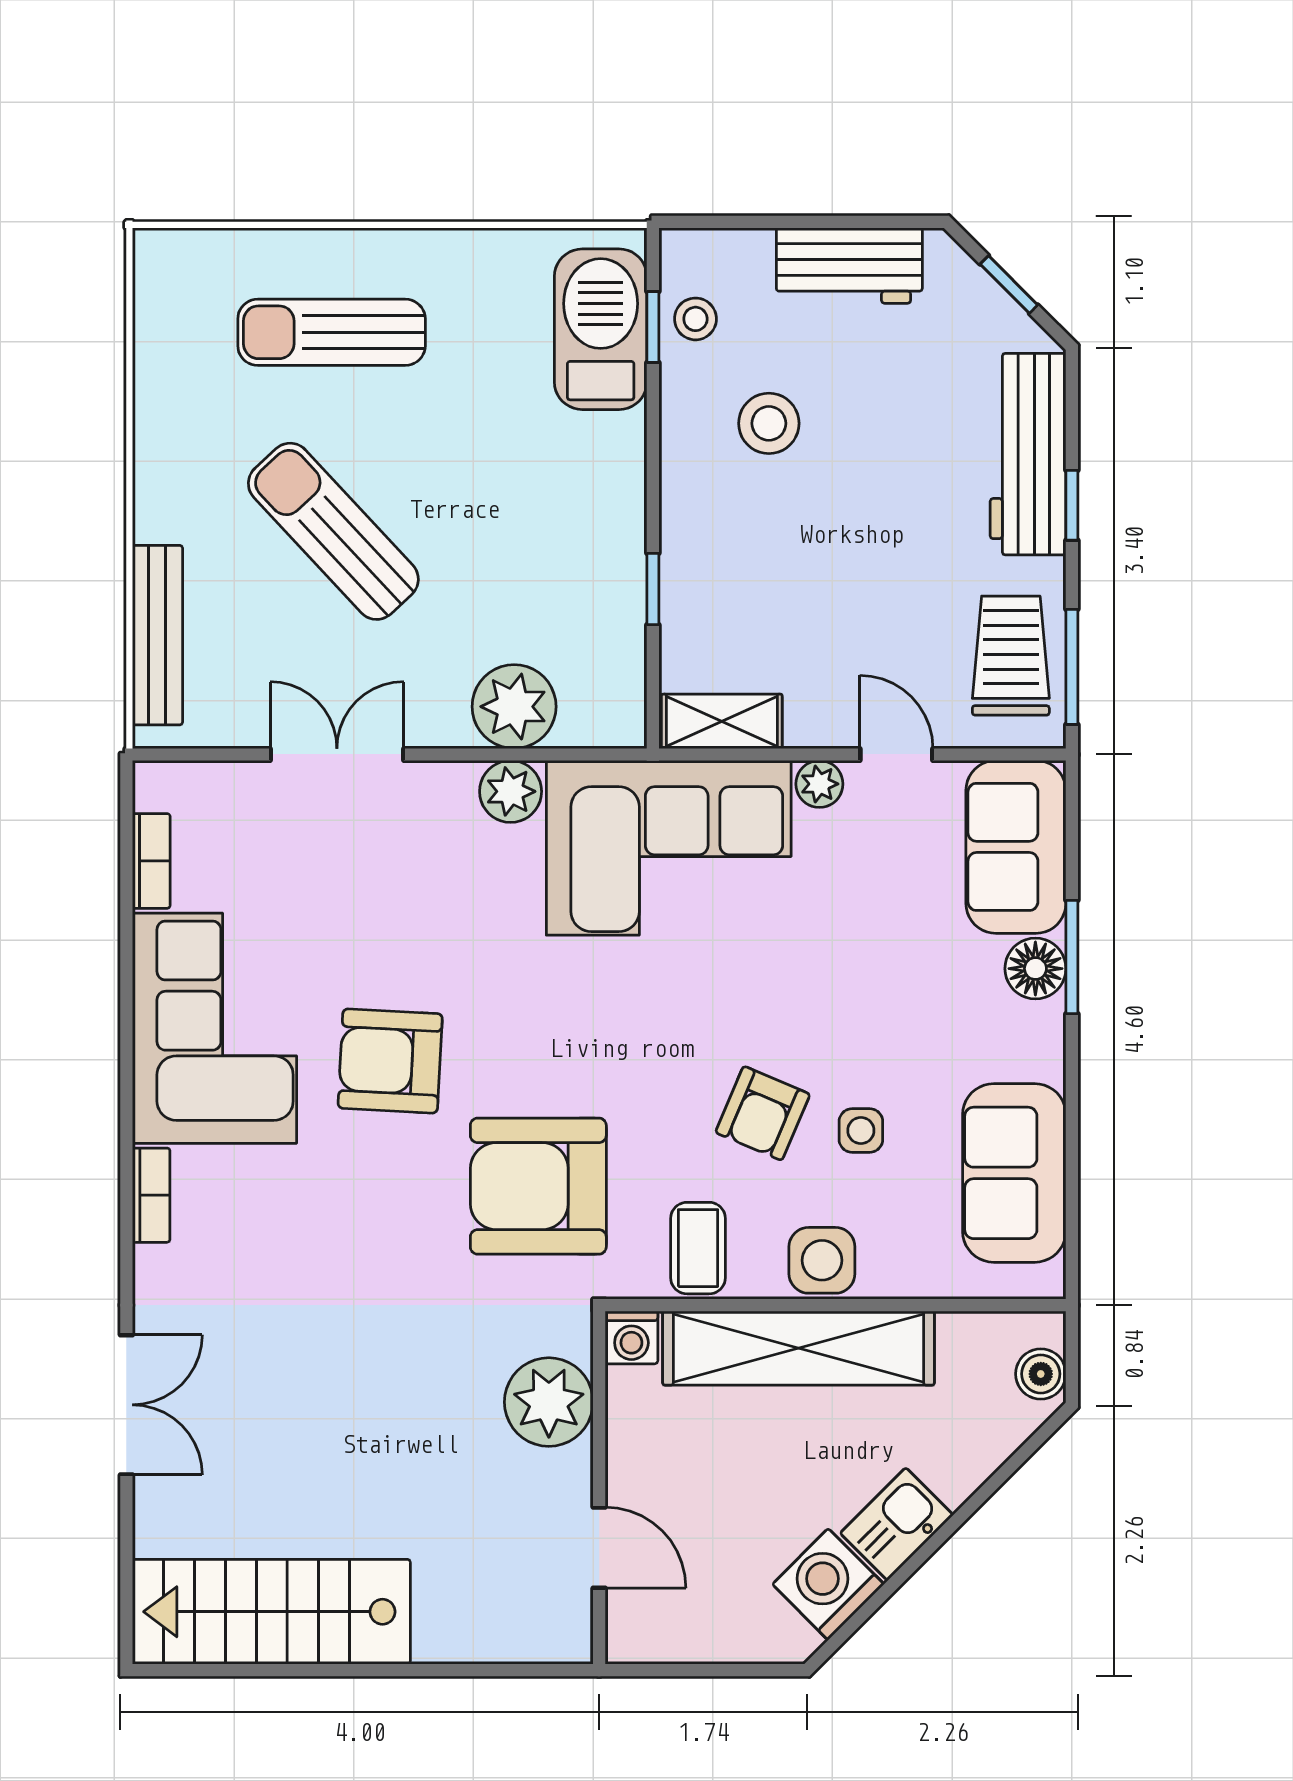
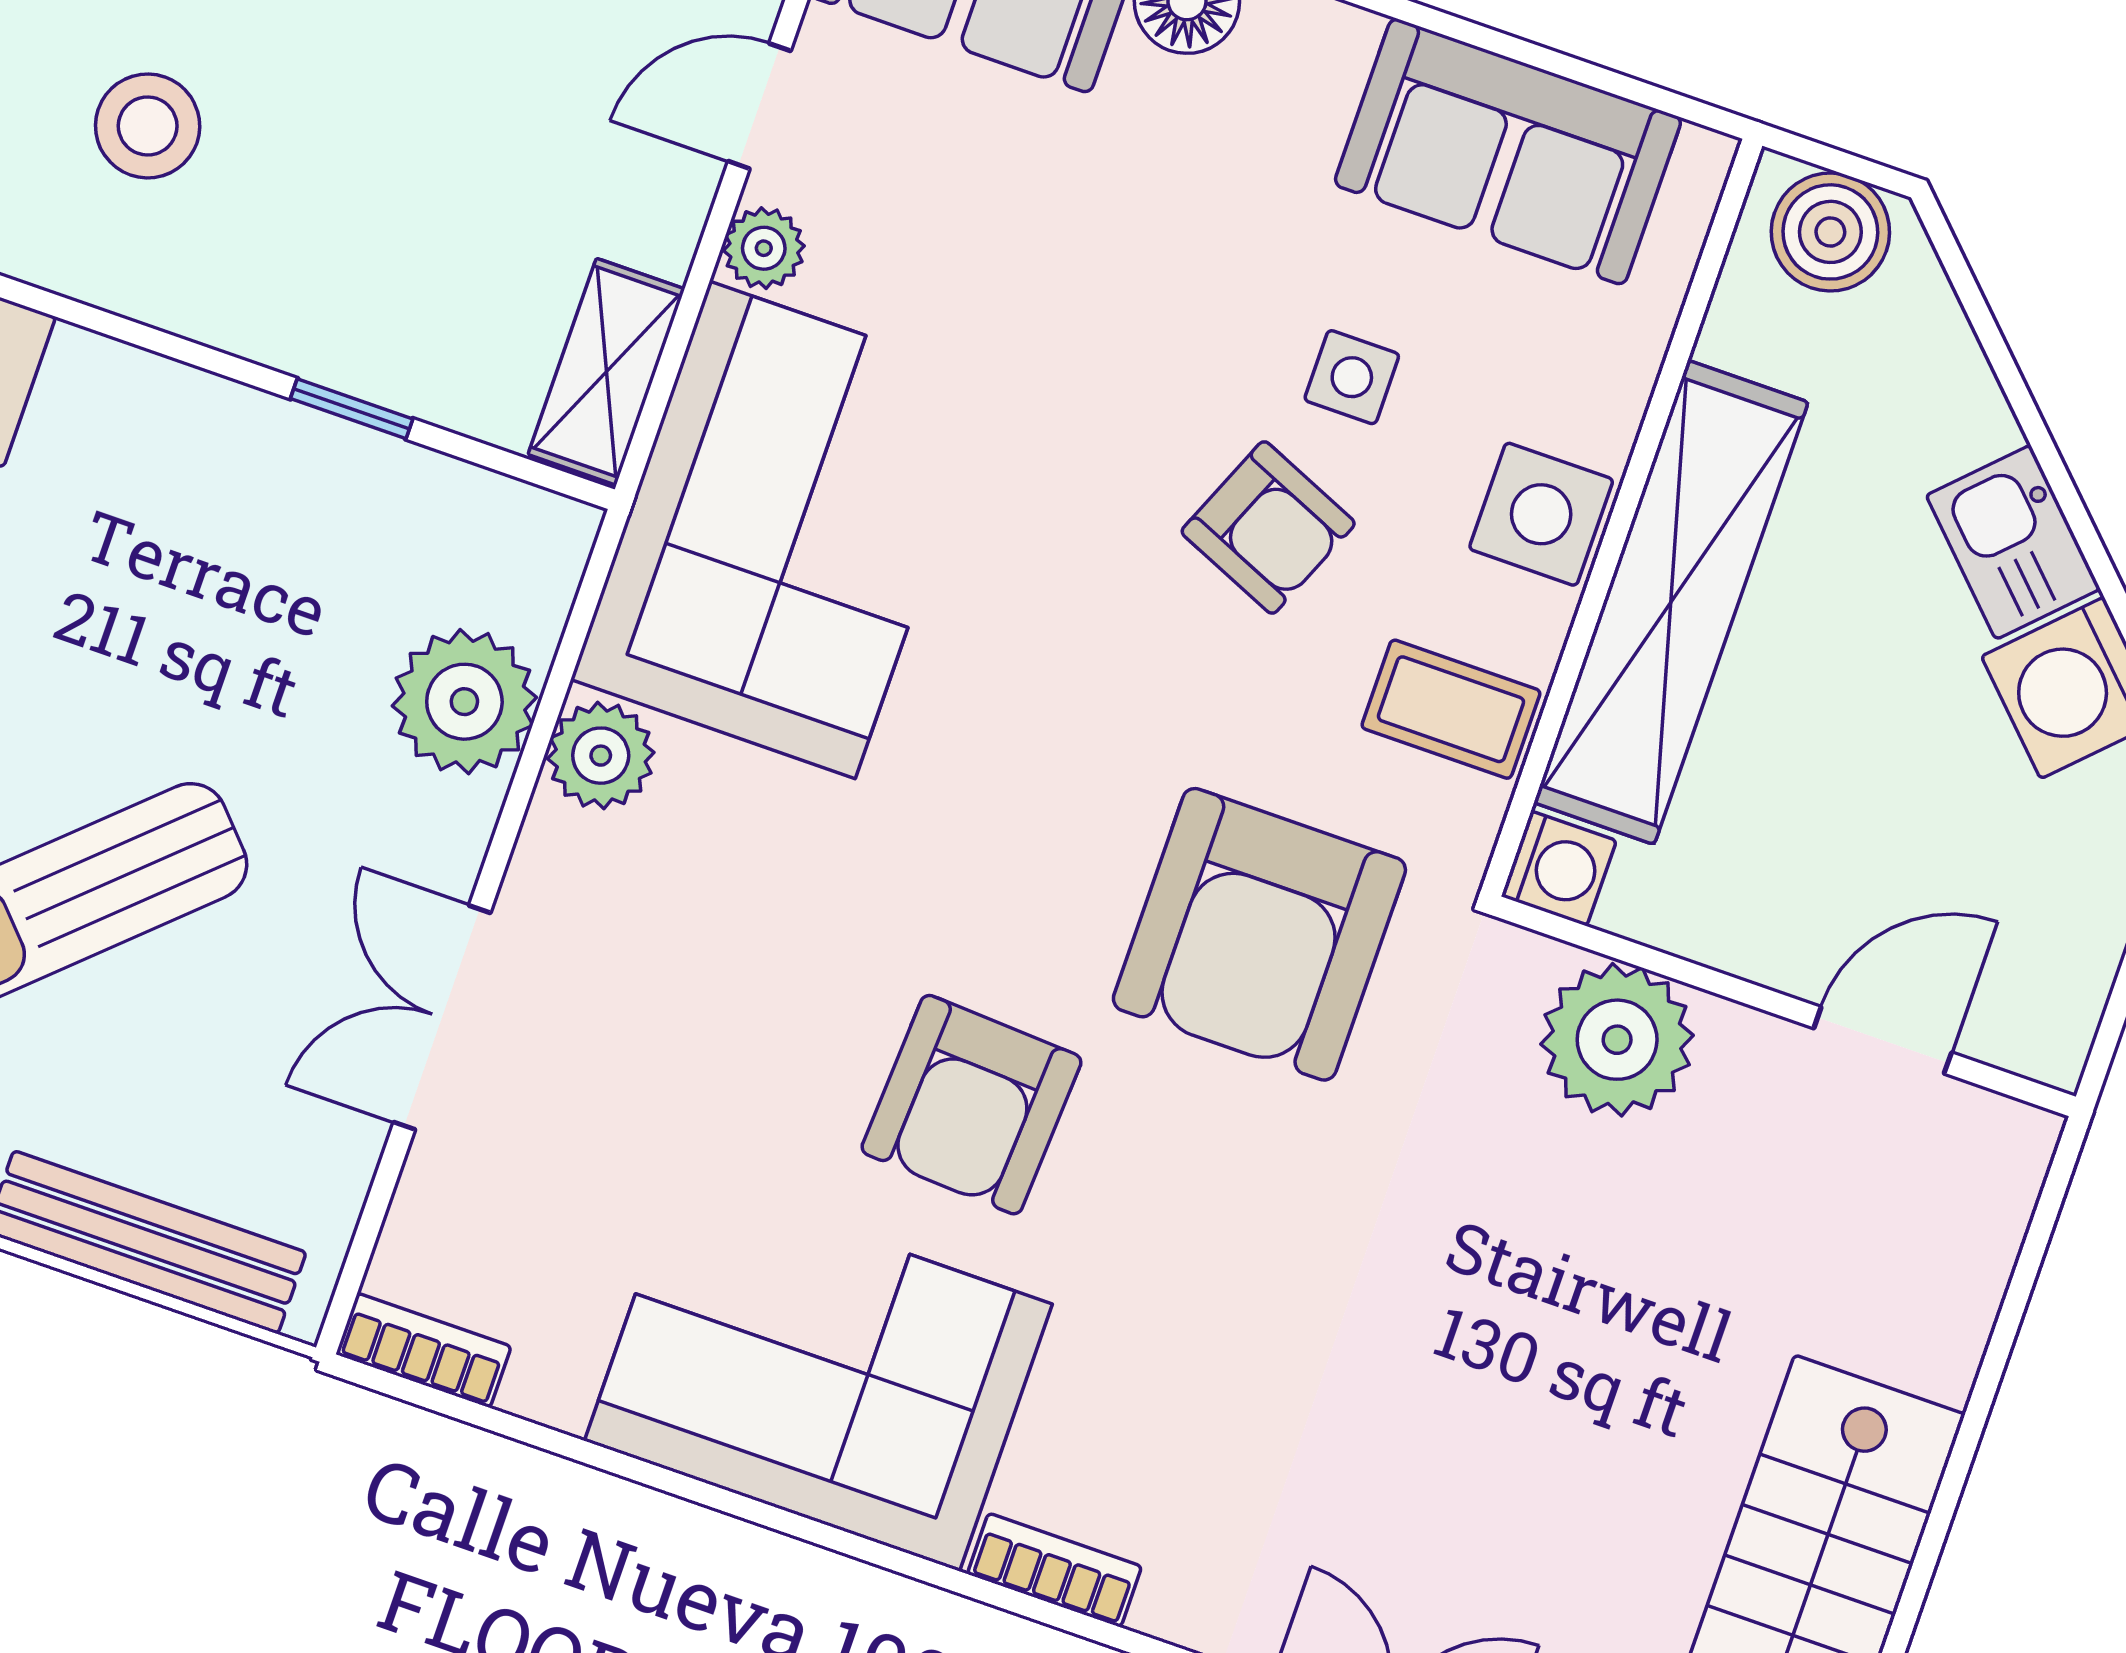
bookcase: (151, 861) -> (424, 1350), moved
boiler: (1041, 1374) -> (1830, 232), width x1.36, depth x1.36

